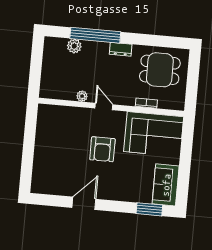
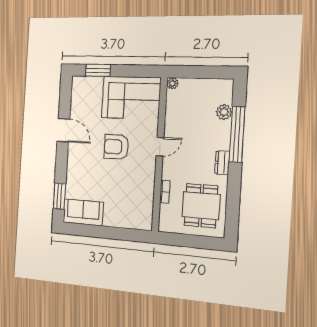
plant: (82, 96) -> (172, 83), moved
corner sofa: (154, 134) -> (131, 98), moved, turned -90
window: (27, 166) -> (98, 70), added

